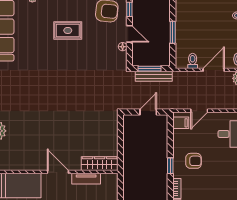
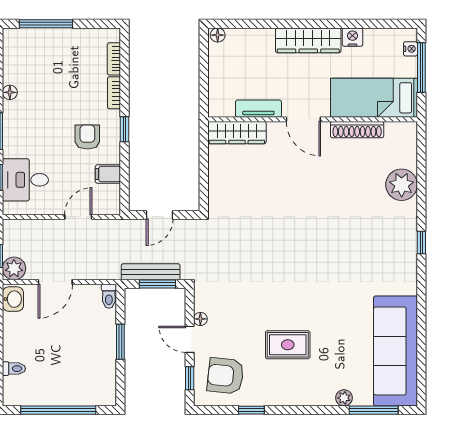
toilet: (193, 61) -> (109, 296), moved
filing cabinet: (181, 123) -> (108, 174), moved
armchair: (194, 161) -> (87, 137), turned 90
shoe rack: (24, 166) -> (357, 130), added

